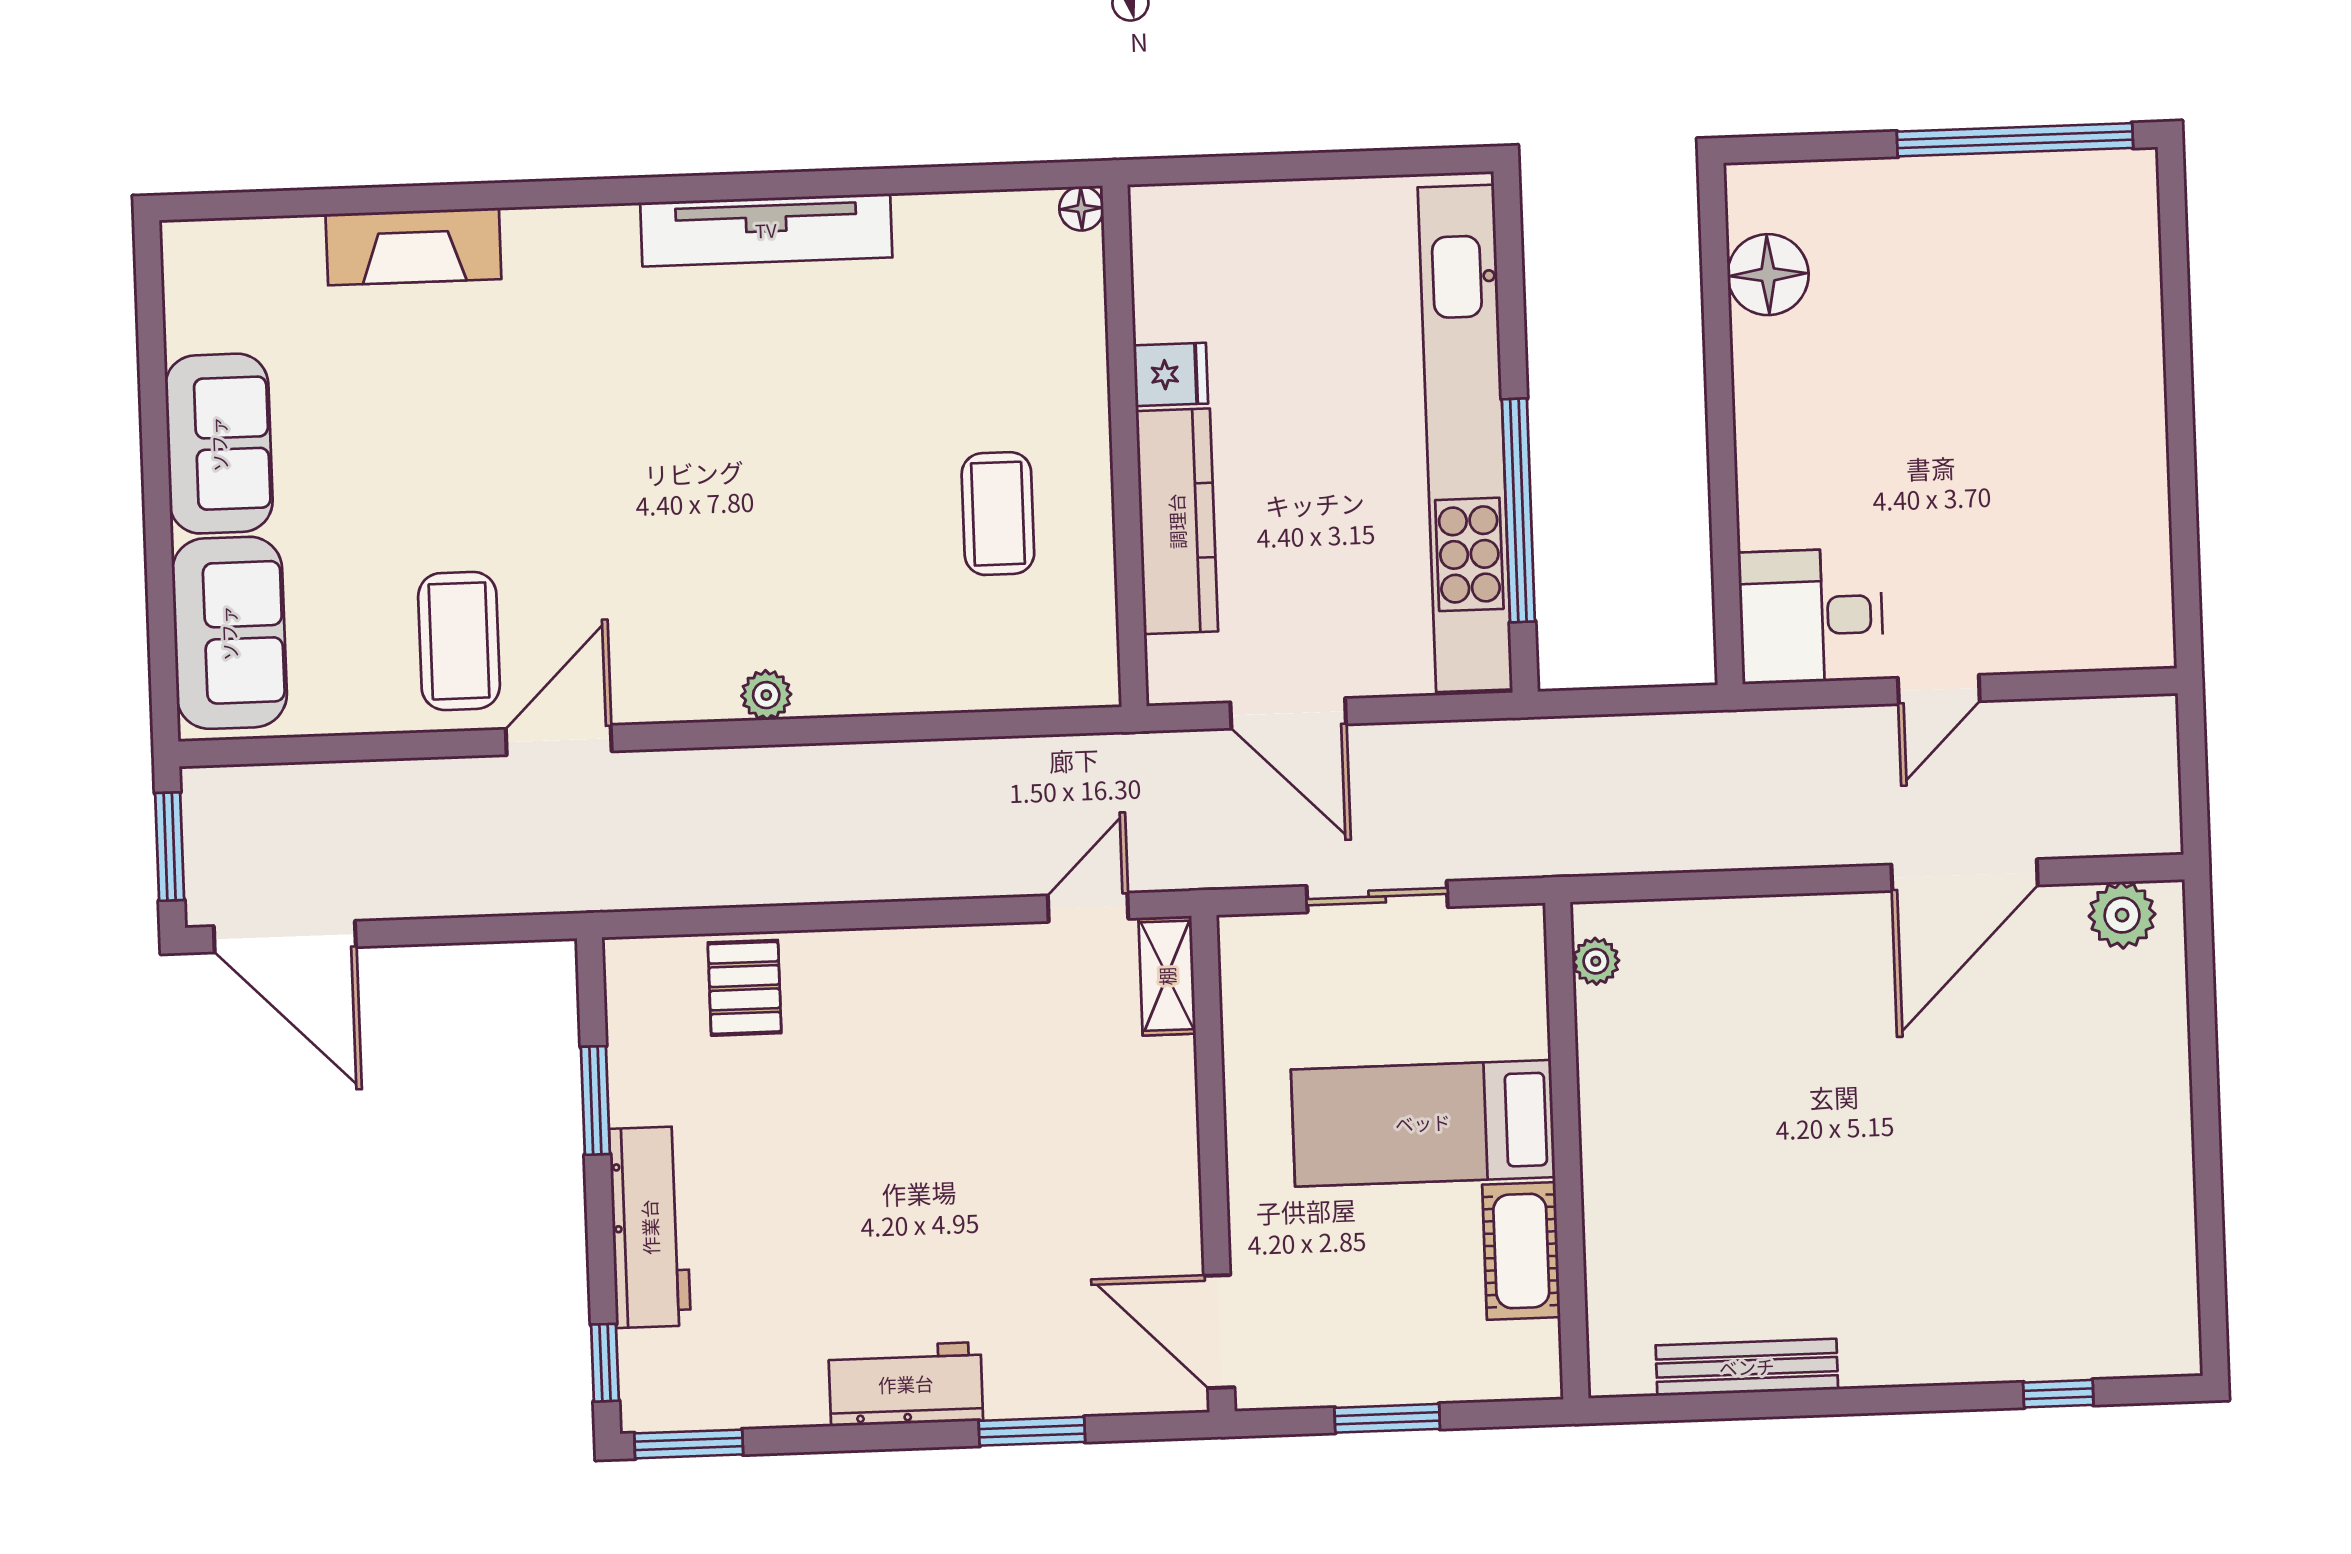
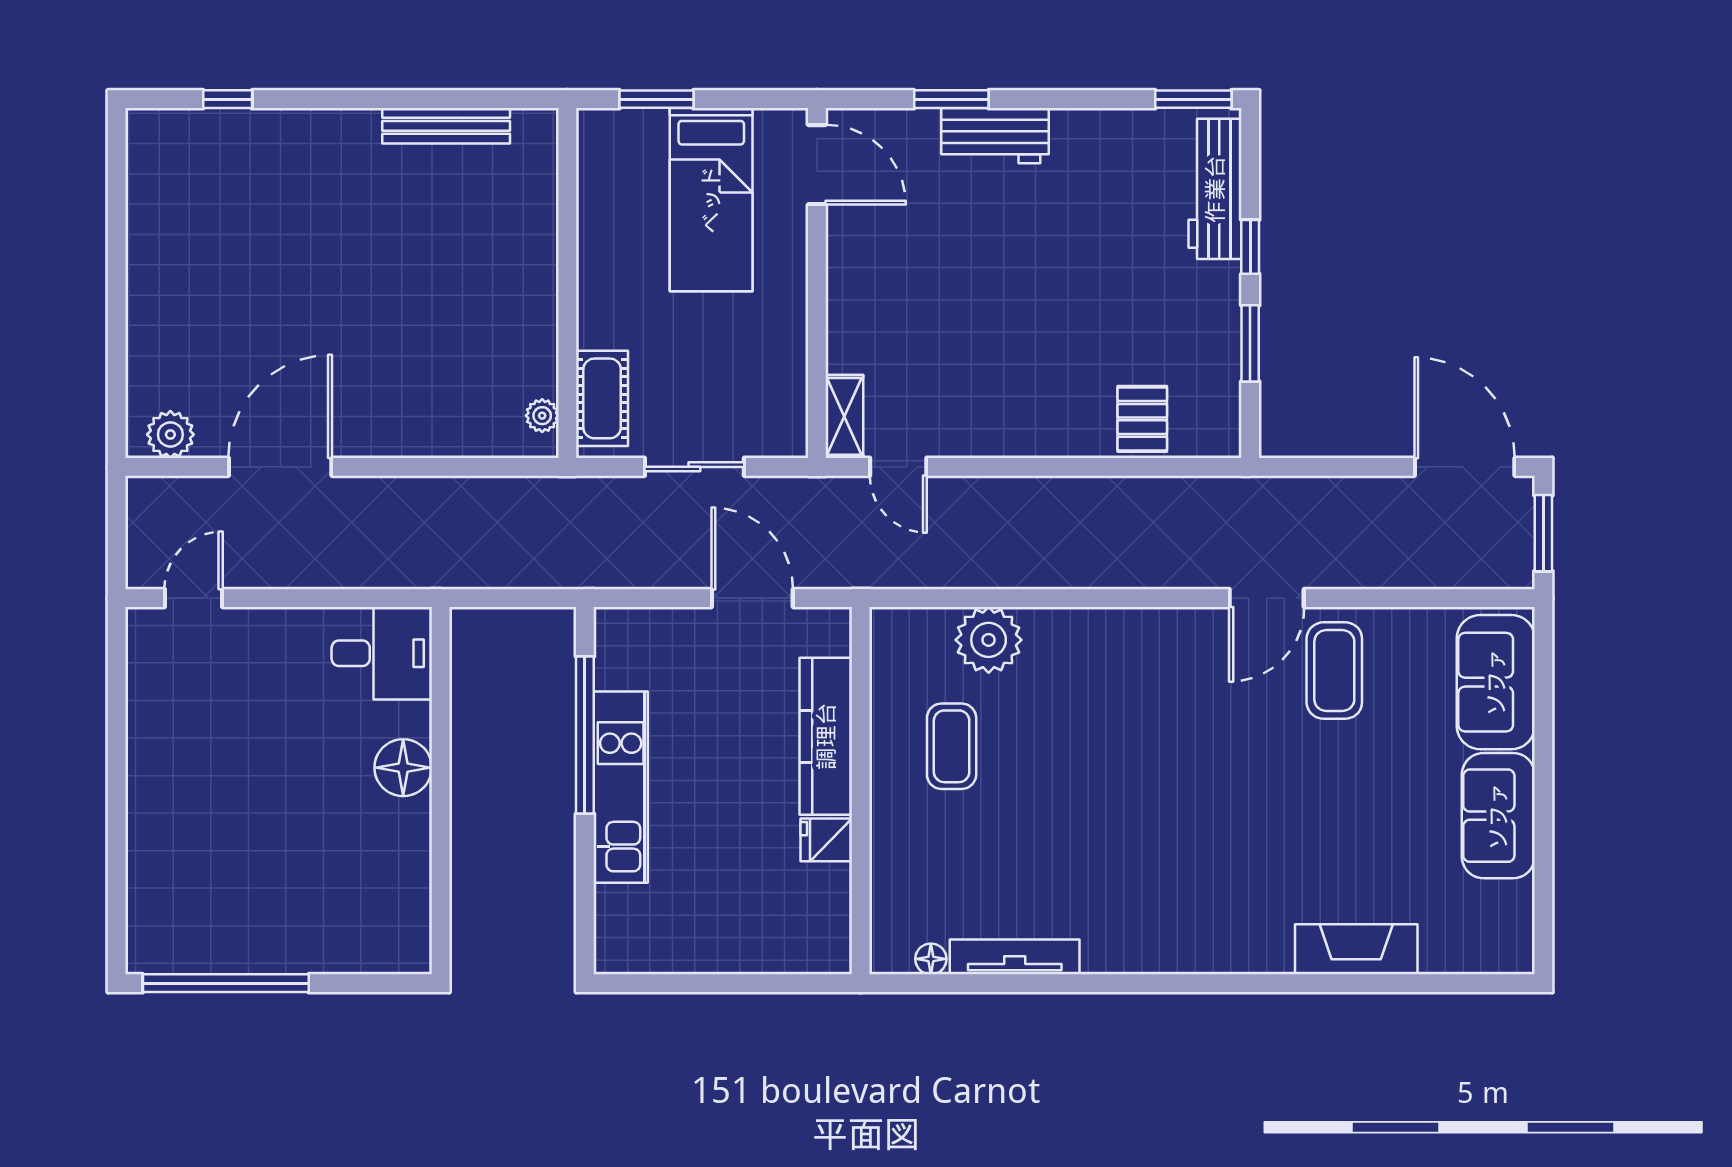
floor lamp: (1081, 208) -> (931, 959), moved
tv unit: (766, 230) -> (1015, 957), moved, width x0.73, depth x0.78
floor lamp: (1768, 275) -> (403, 768), moved
kitchen unit: (1465, 438) -> (621, 787), width x0.54
door: (1939, 690) -> (193, 598), moved
plant: (766, 695) -> (989, 640), moved, width x1.87, depth x1.87
door: (1088, 907) -> (898, 467), hinge flipped
bed: (1423, 1123) -> (711, 200), moved, turned 90
workbench: (650, 1227) -> (1215, 189), moved
cot: (1521, 1251) -> (602, 398), moved
window: (605, 1363) -> (1250, 247), moved
workbench: (906, 1384) -> (995, 136), moved
window: (1387, 1418) -> (656, 99), moved

